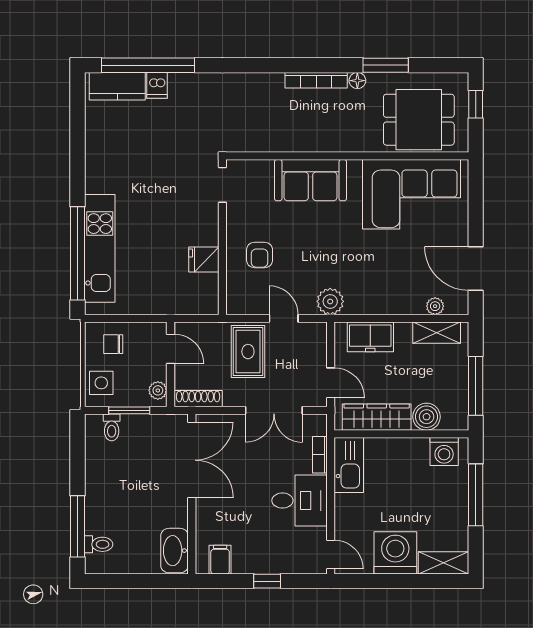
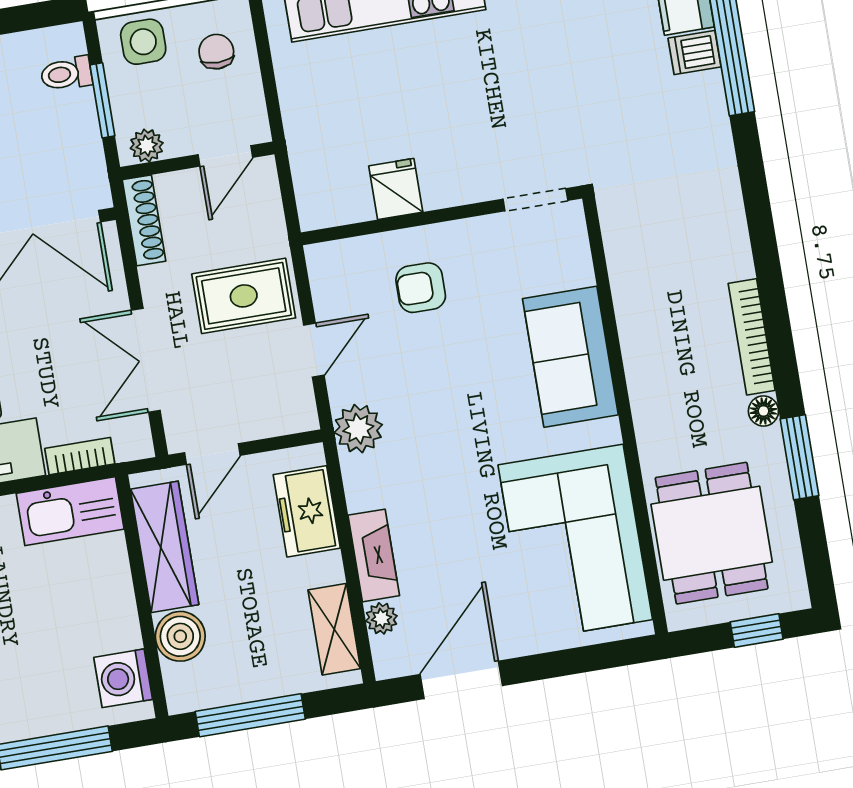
fireplace: (400, 305) -> (374, 555), added

